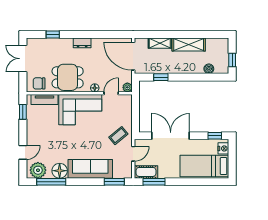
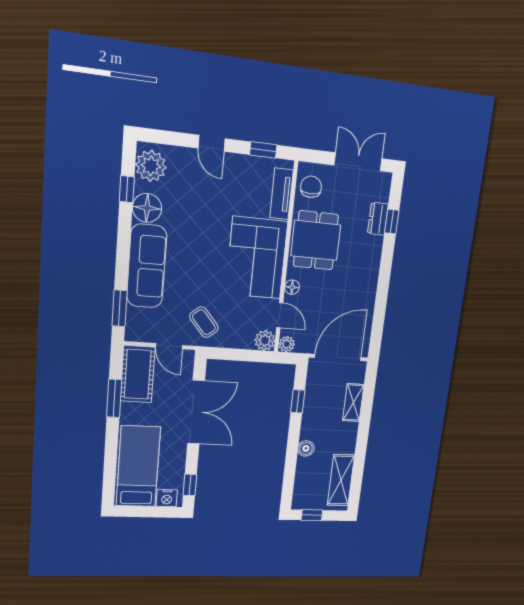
dresser: (82, 43) -> (378, 219), moved
shelving: (189, 45) -> (341, 480), moved
boiler: (209, 69) -> (306, 448), moved
plant: (126, 100) -> (265, 340), added
door: (23, 152) -> (212, 143), moved
cot: (146, 172) -> (138, 374), width x1.37, depth x1.34
window: (51, 182) -> (127, 189), width x0.46
window: (154, 182) -> (114, 398), moved

